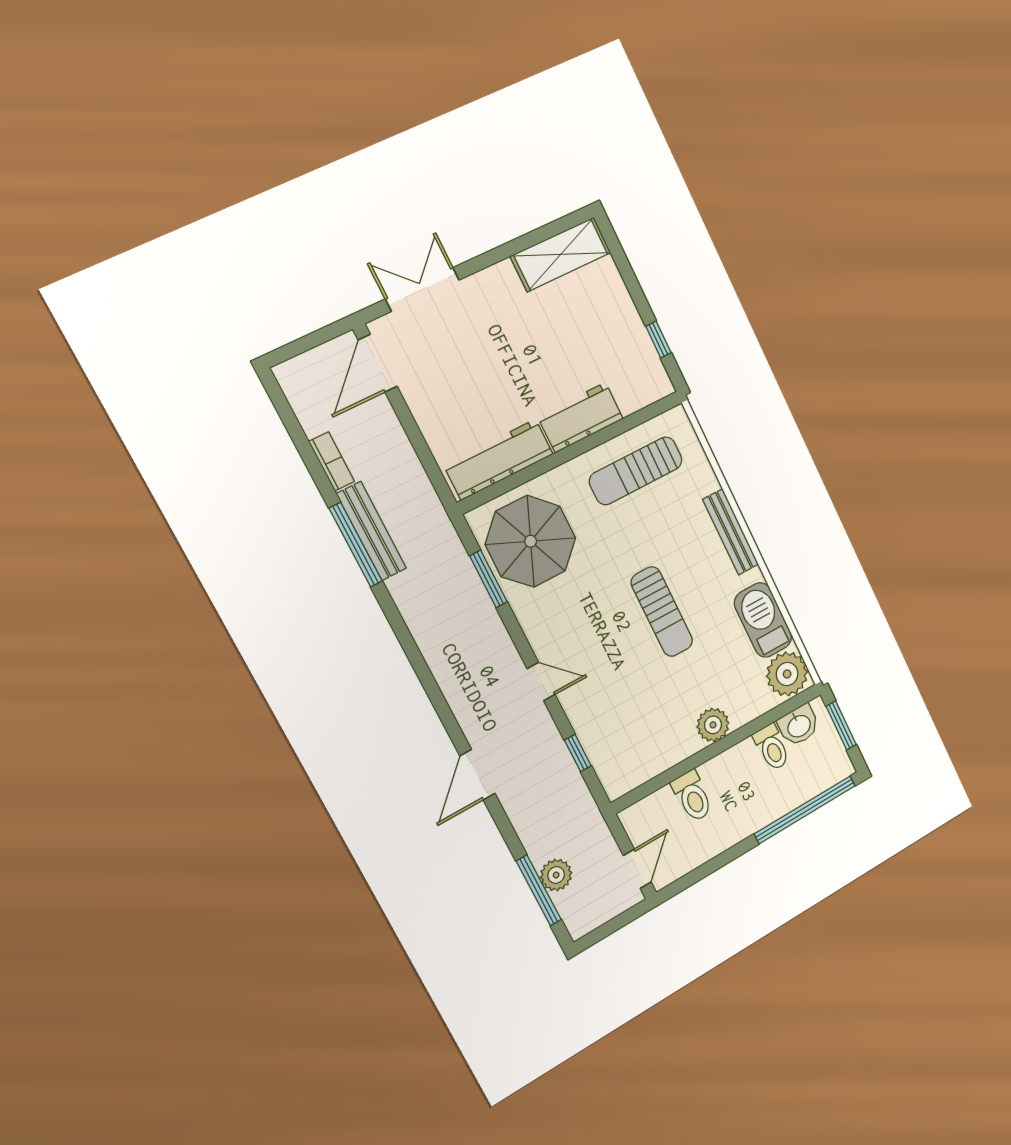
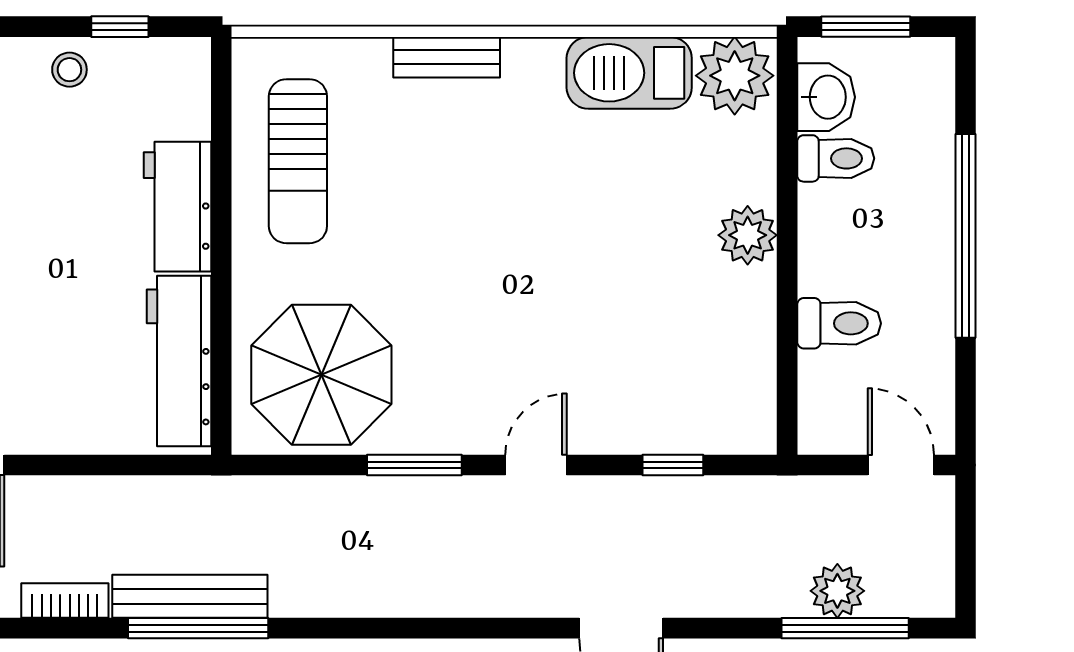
stool: (623, 323) -> (69, 70), added
bench: (731, 532) -> (447, 57), width x0.73
window: (488, 579) -> (414, 465), moved
sun lounger: (662, 612) -> (530, 228), removed
window: (805, 810) -> (966, 236), moved

